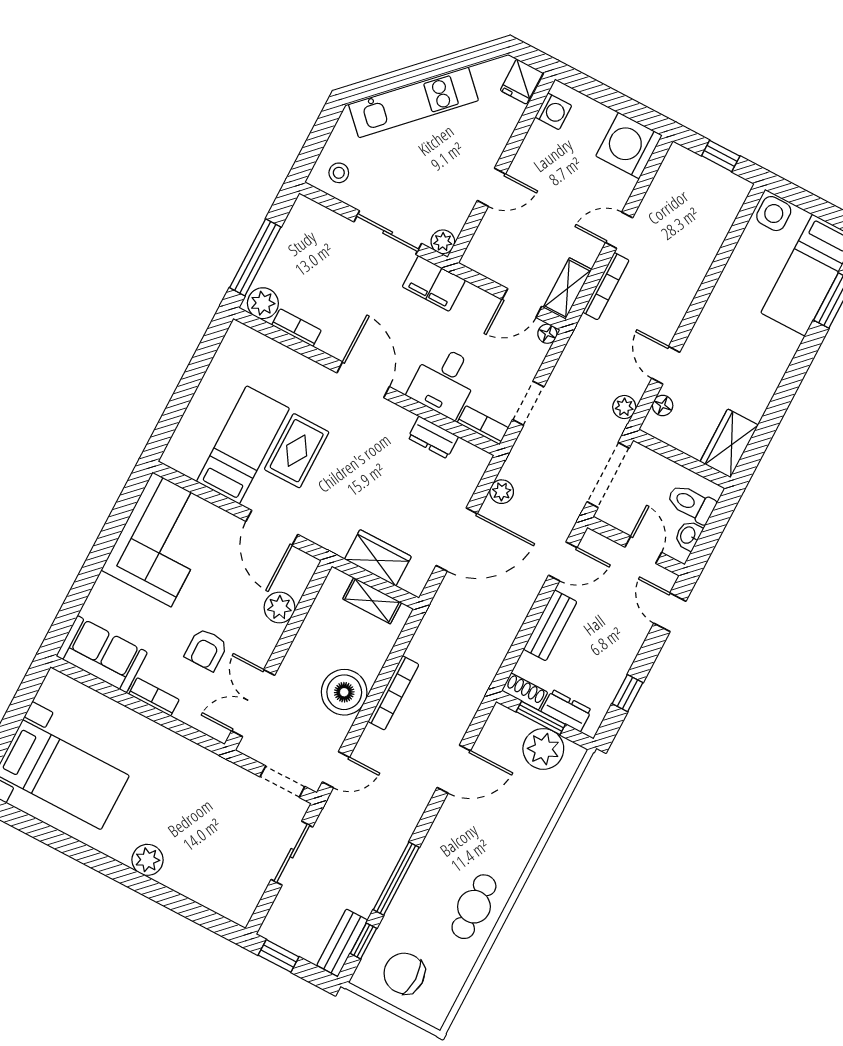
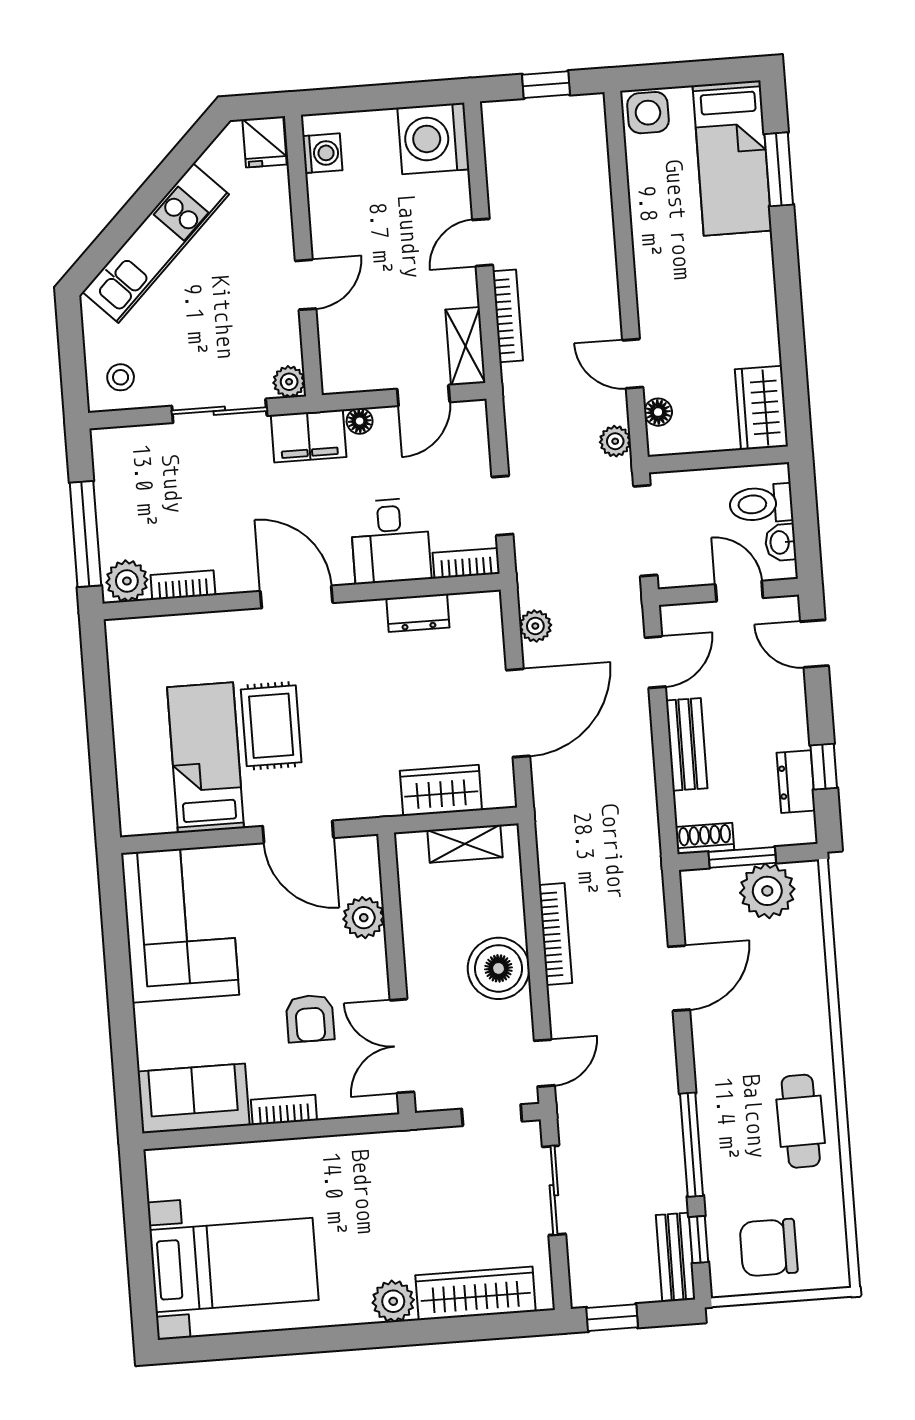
floor lamp: (547, 334) -> (360, 421), moved
dresser: (566, 711) -> (796, 782), moved, turned -90
wardrobe: (202, 887) -> (476, 1293), added

